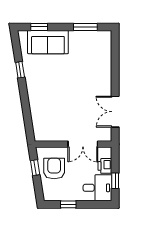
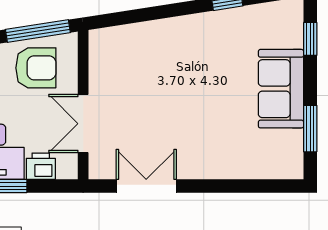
sofa: (48, 42) -> (281, 89), moved
window: (35, 168) -> (38, 31), width x2.17

